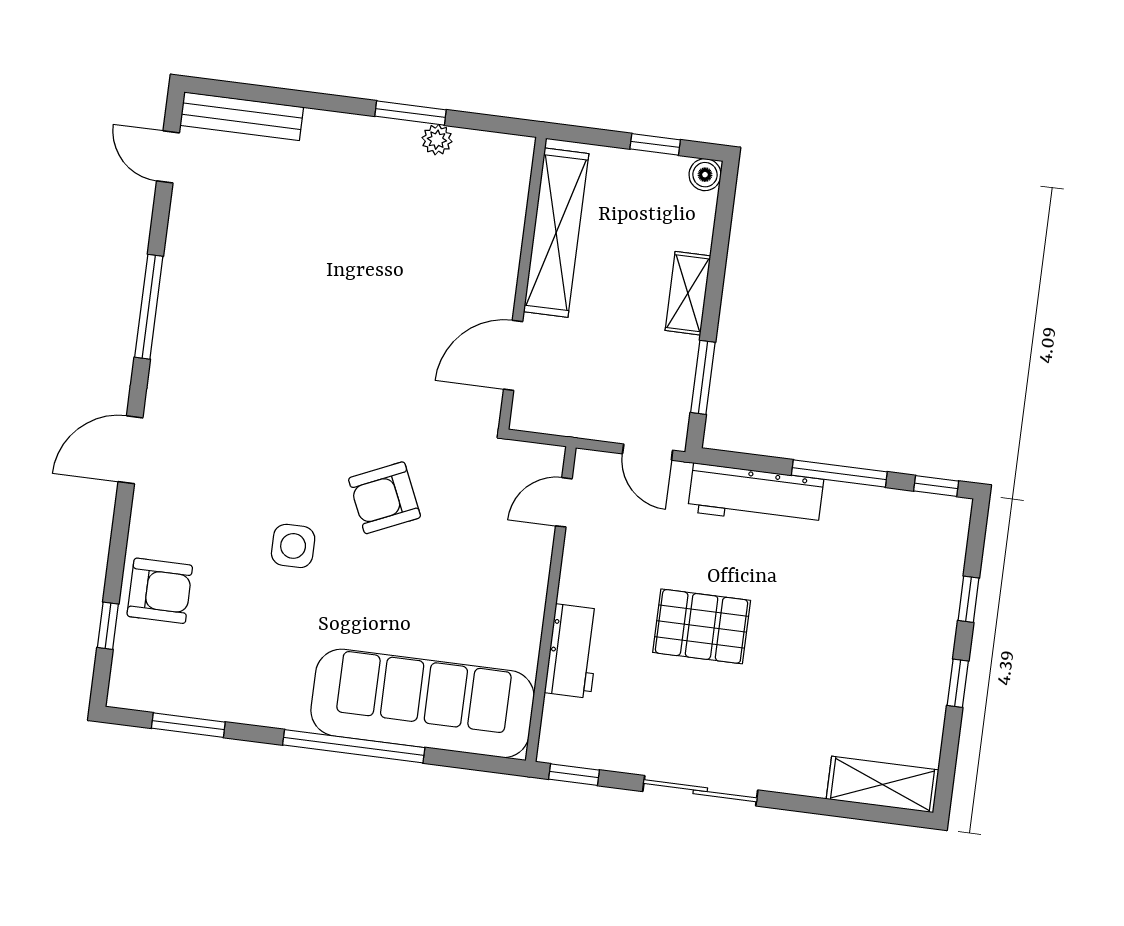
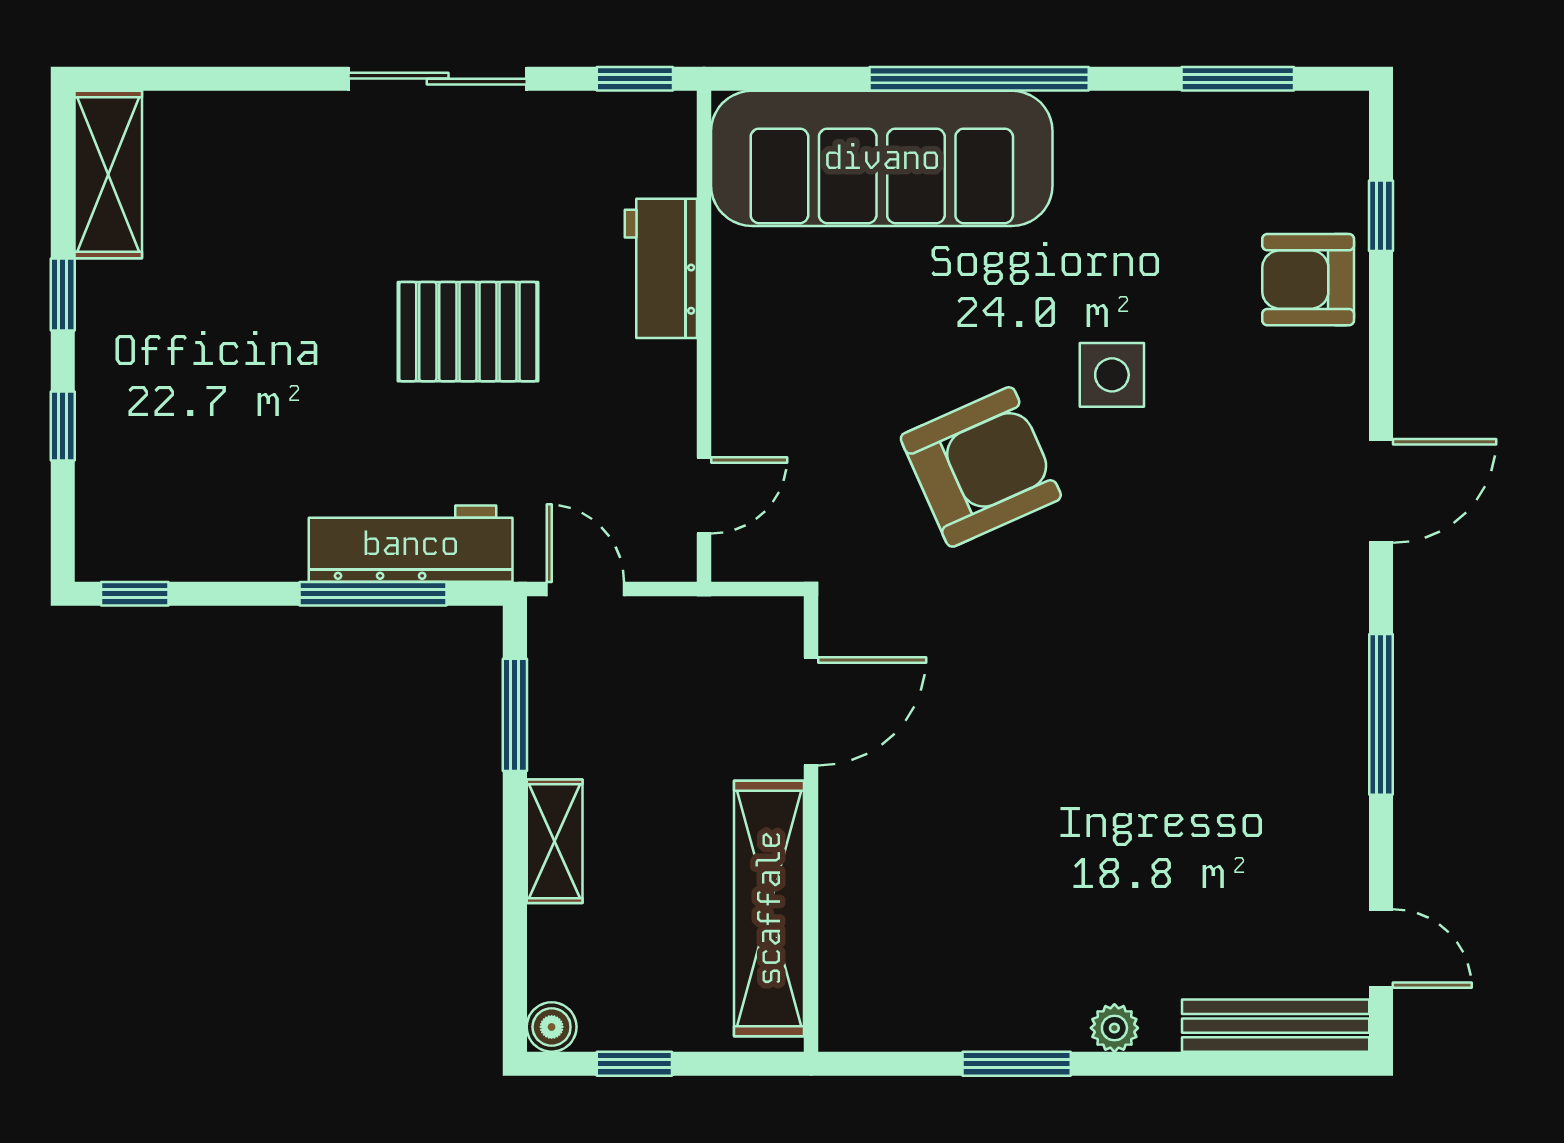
plant: (437, 140) -> (1114, 1028), moved
window: (839, 474) -> (373, 594), moved
armchair: (385, 498) -> (981, 467), width x1.36, depth x1.36
shelving: (882, 785) -> (108, 174), moved, turned 90

